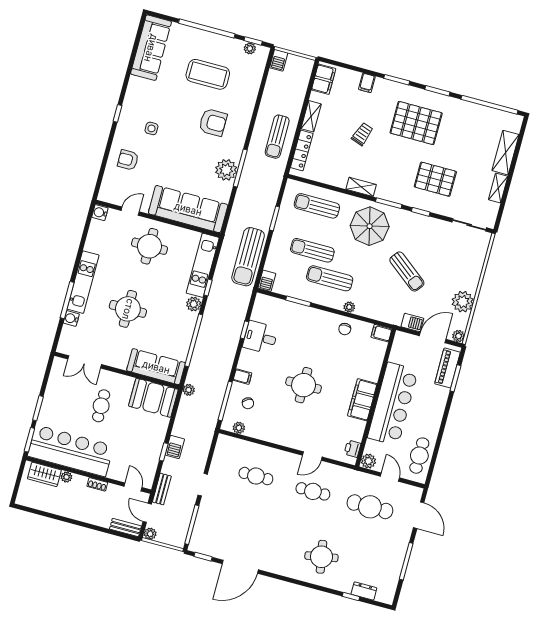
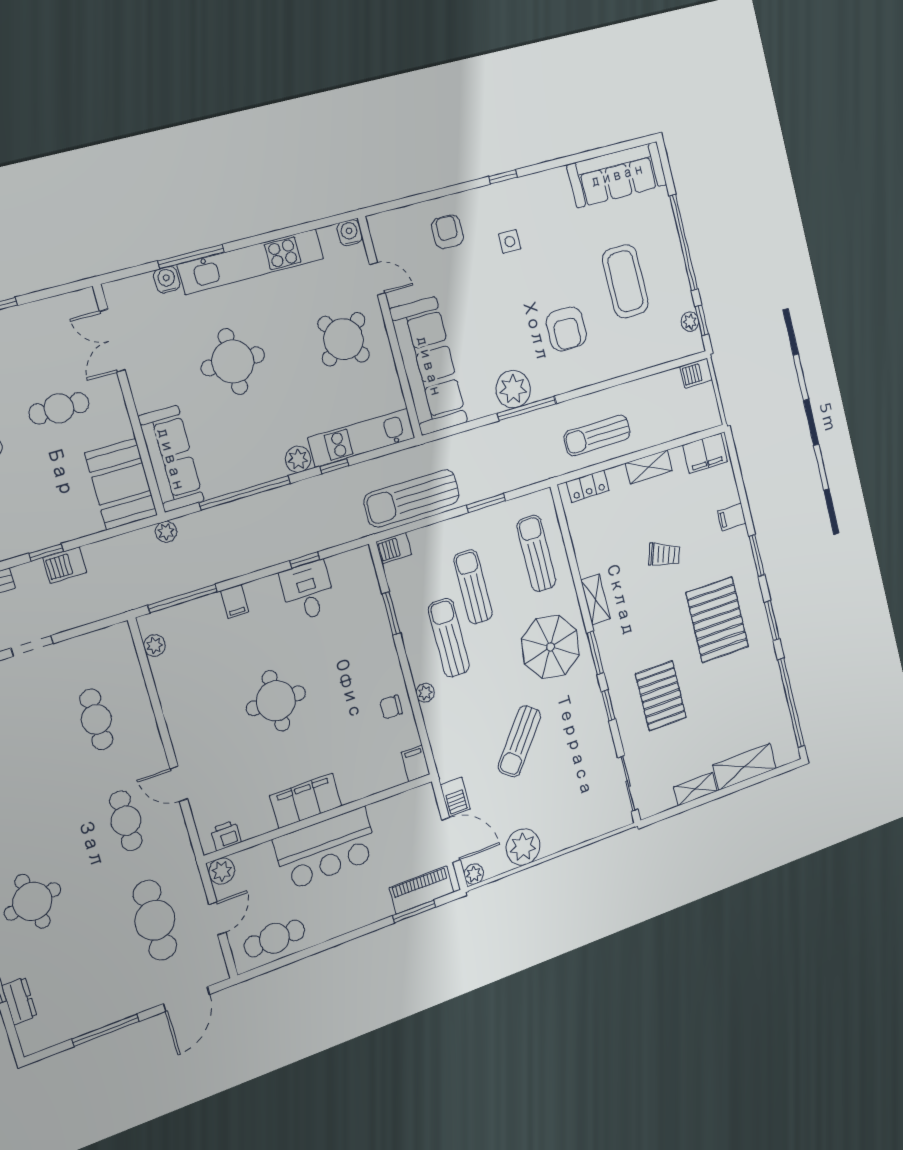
locker: (302, 150) -> (588, 486), width x0.66
round table: (149, 246) -> (344, 339), turned -37
kitchen unit: (83, 282) -> (251, 262), width x1.36
chair: (248, 403) -> (200, 635), removed
bar counter: (393, 404) -> (326, 849), width x0.73

